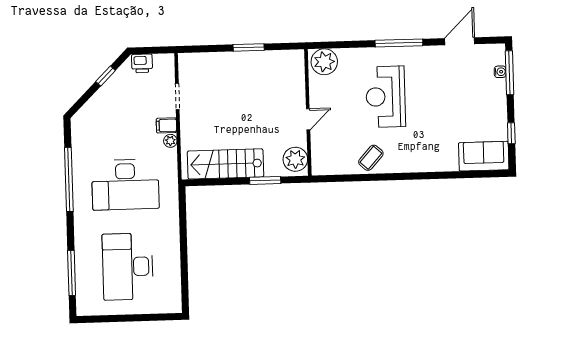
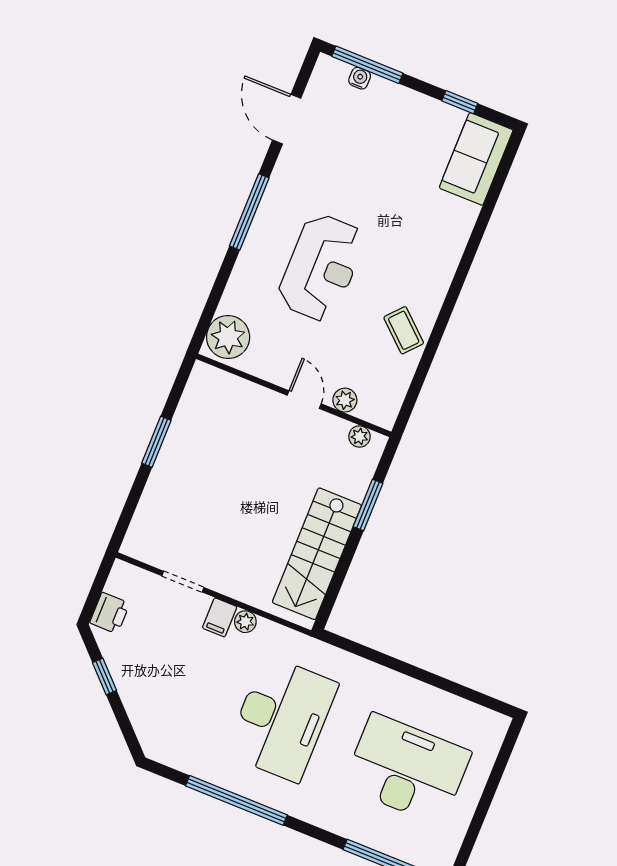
reception desk: (386, 97) -> (321, 268), turned -90
plant: (318, 142) -> (345, 400), added
plant: (295, 159) -> (359, 437), width x0.53, depth x0.53
desk: (128, 267) -> (407, 769), turned 180

